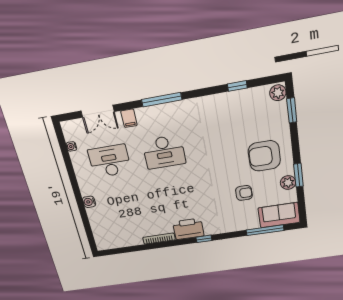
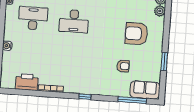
window: (292, 110) -> (168, 14), removed
armchair: (264, 156) -> (136, 34), moved
plant: (288, 183) -> (160, 11), moved
printer: (188, 229) -> (27, 82), moved

